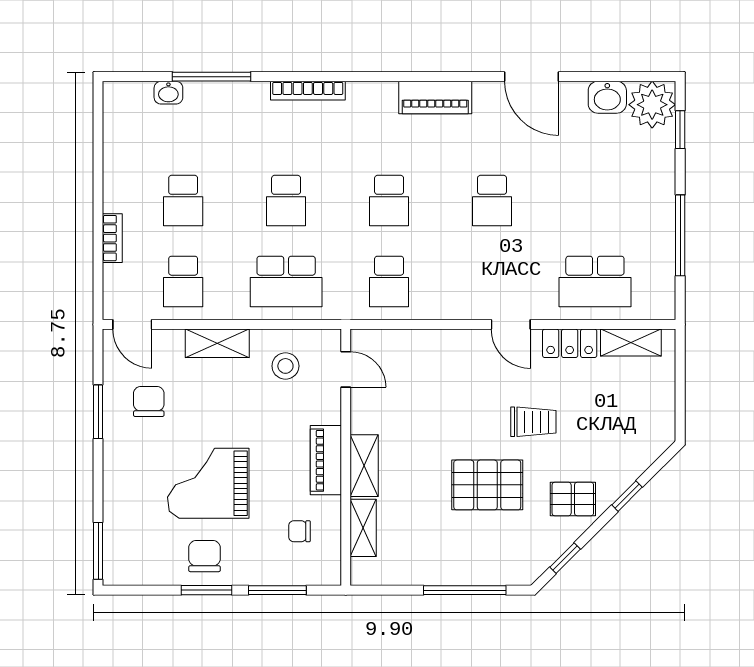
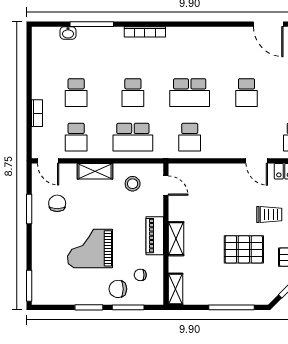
piano: (435, 97) -> (215, 36), removed
school desk: (389, 201) -> (190, 93), width x1.85
shelving: (363, 528) -> (175, 289), moved
chair: (204, 556) -> (118, 289), moved, turned -90

